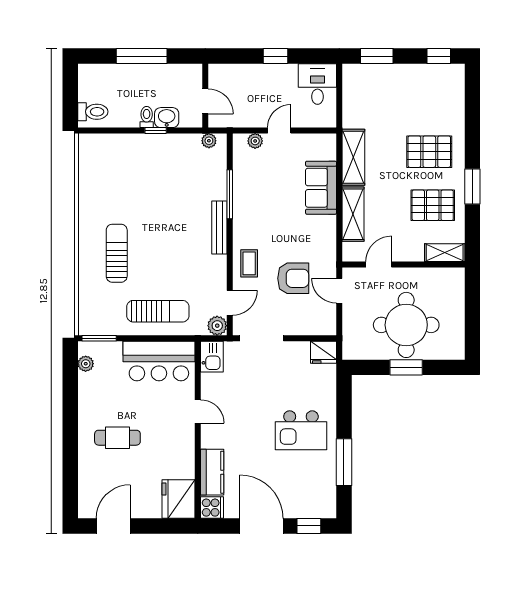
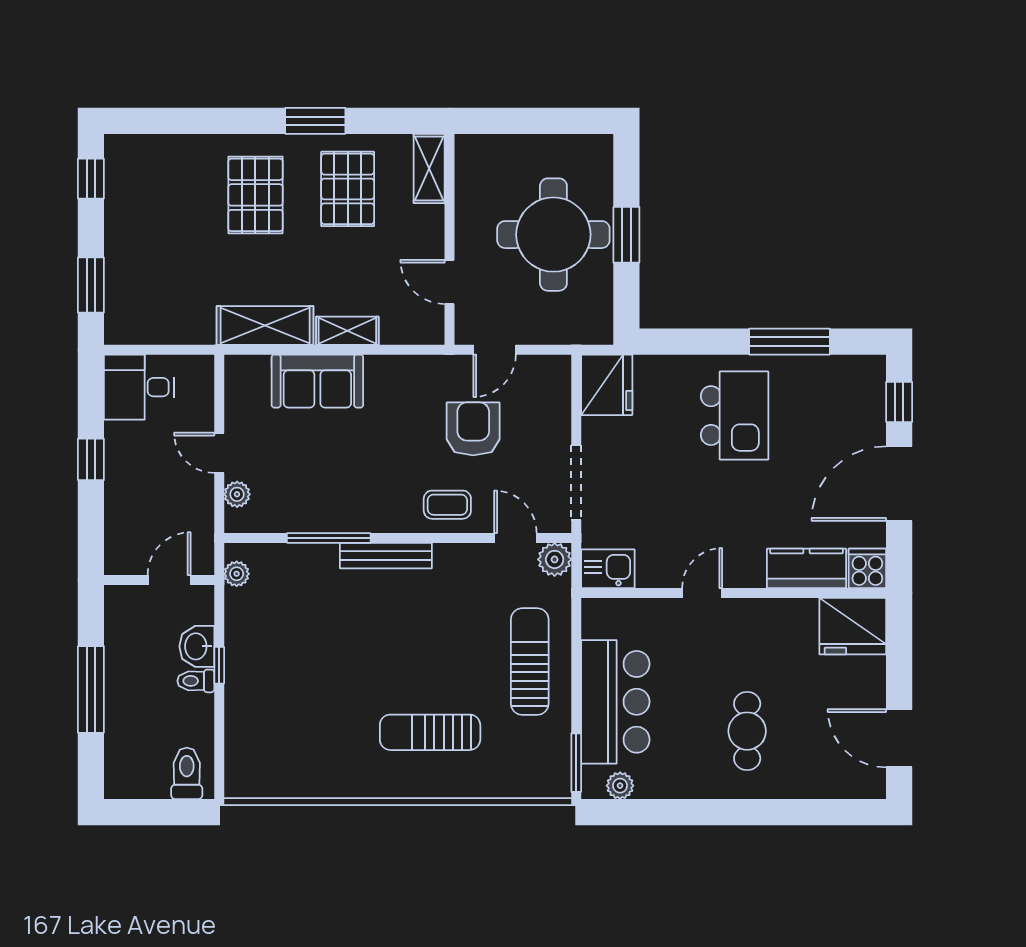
shelving: (353, 214) -> (347, 331), width x0.67, depth x0.75
fridge: (323, 352) -> (607, 385), width x1.36, depth x1.34
bar counter: (159, 361) -> (615, 702), moved

